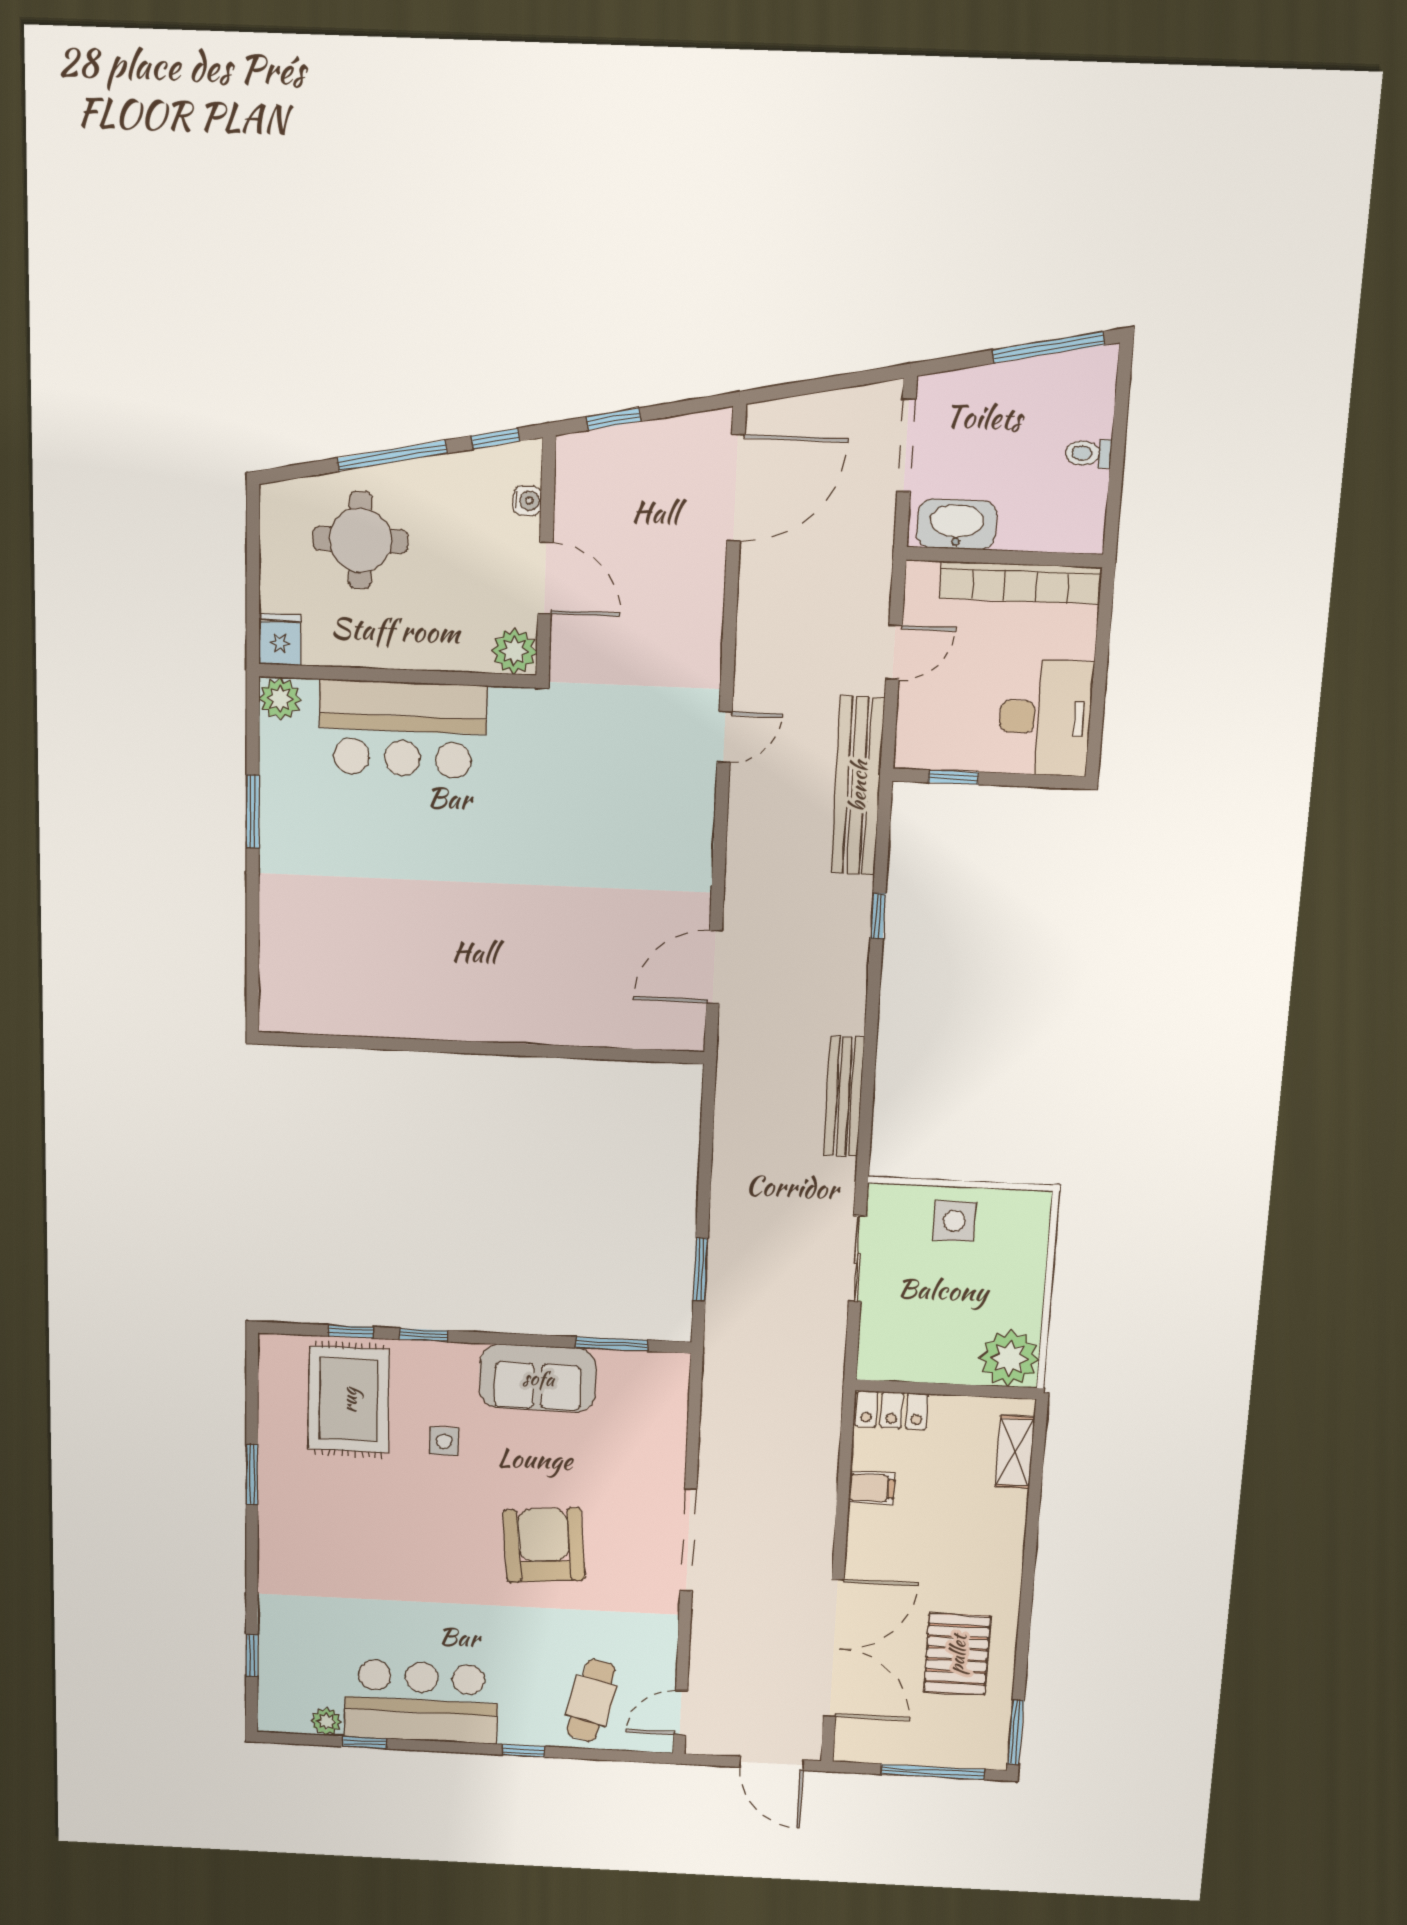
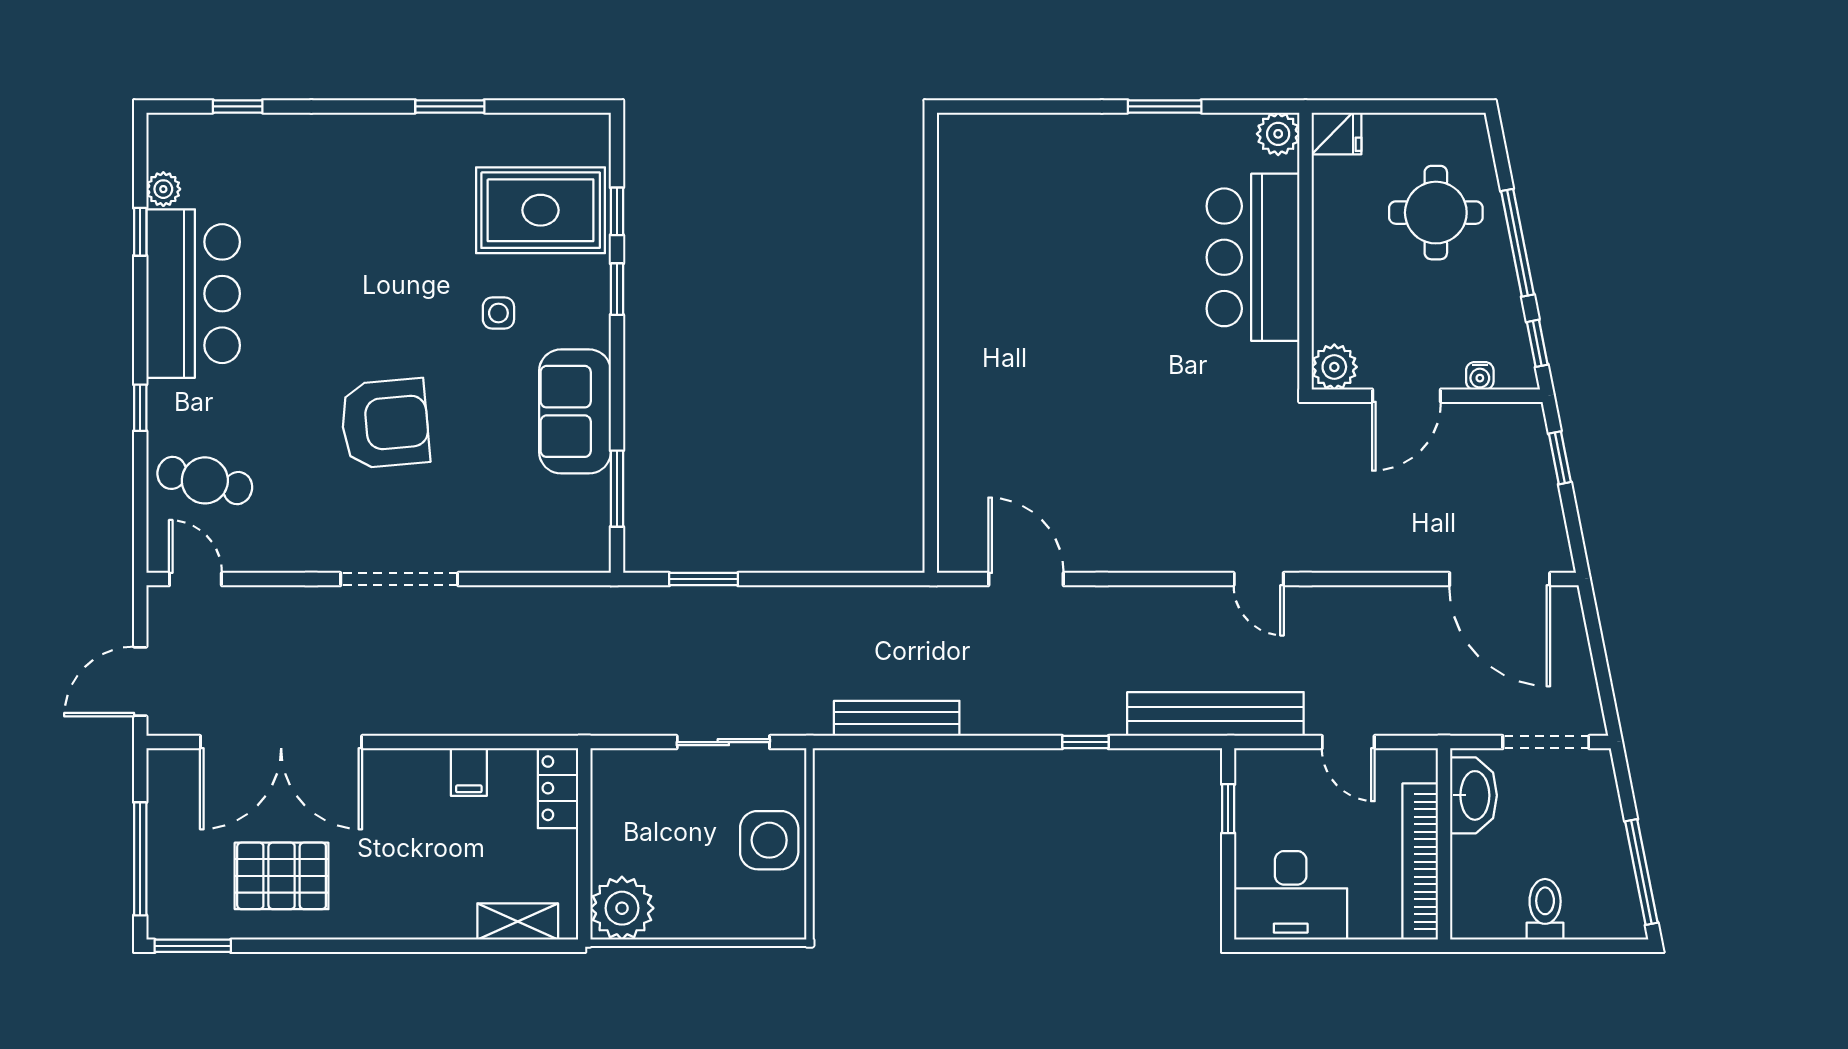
toilet: (1088, 453) -> (1545, 909), width x1.37, depth x1.39
side table: (954, 1221) -> (769, 840), width x1.37, depth x1.37

